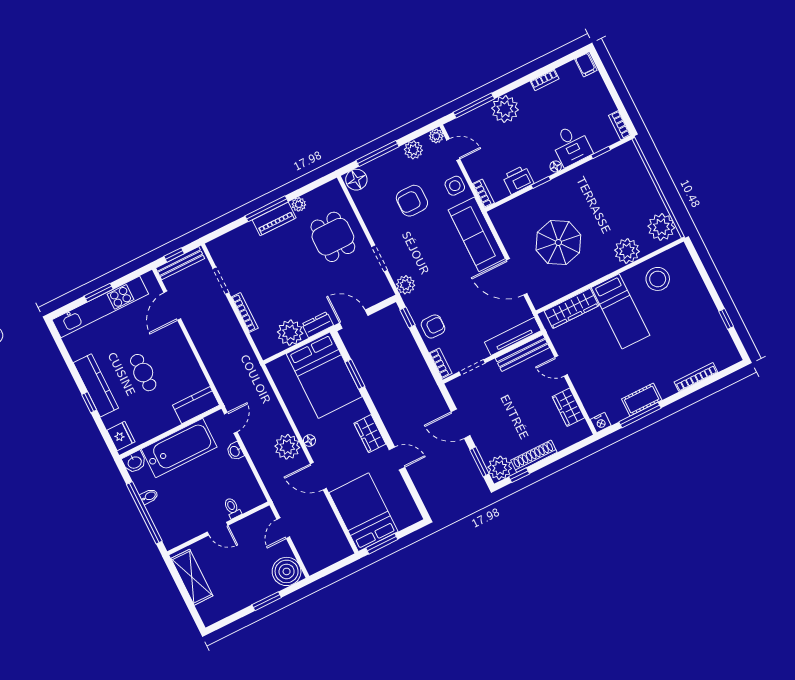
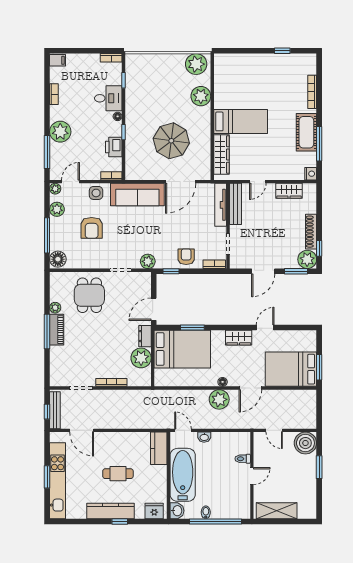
dining table: (333, 237) -> (89, 295), turned 90
stool: (658, 279) -> (231, 85), removed
cot: (642, 400) -> (306, 132), width x1.37, depth x1.34

